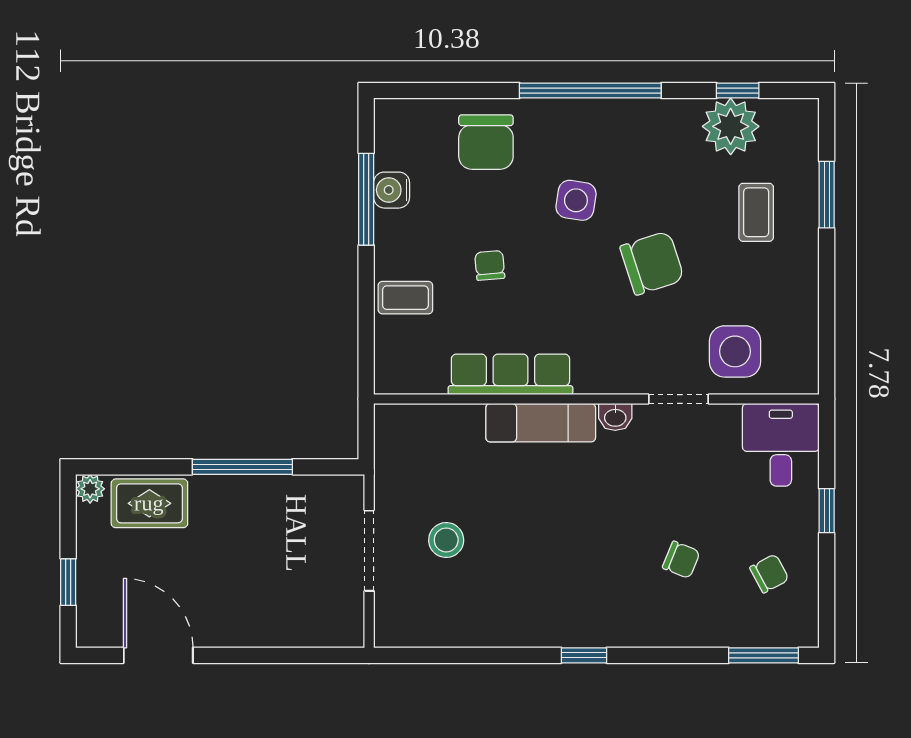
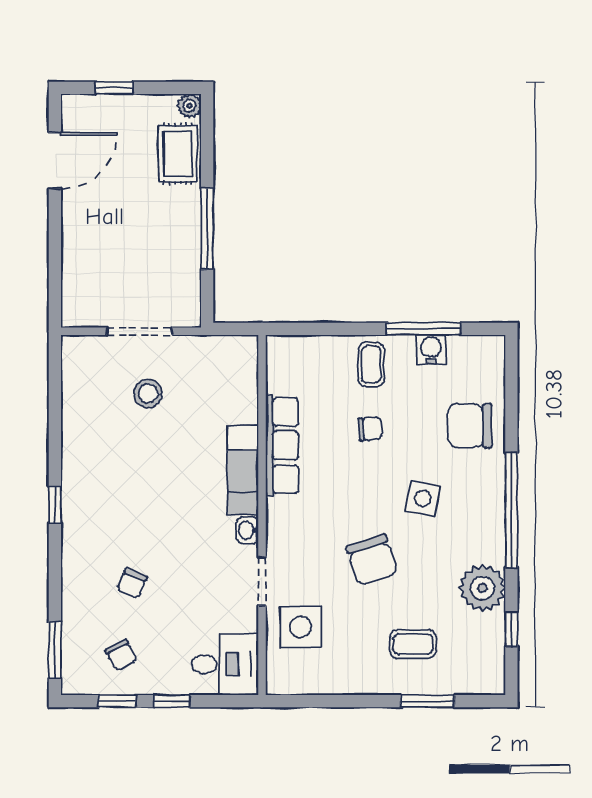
plant: (731, 126) -> (482, 588), moved
coffee table: (405, 298) -> (371, 364), moved
window: (827, 578) -> (117, 701), added

